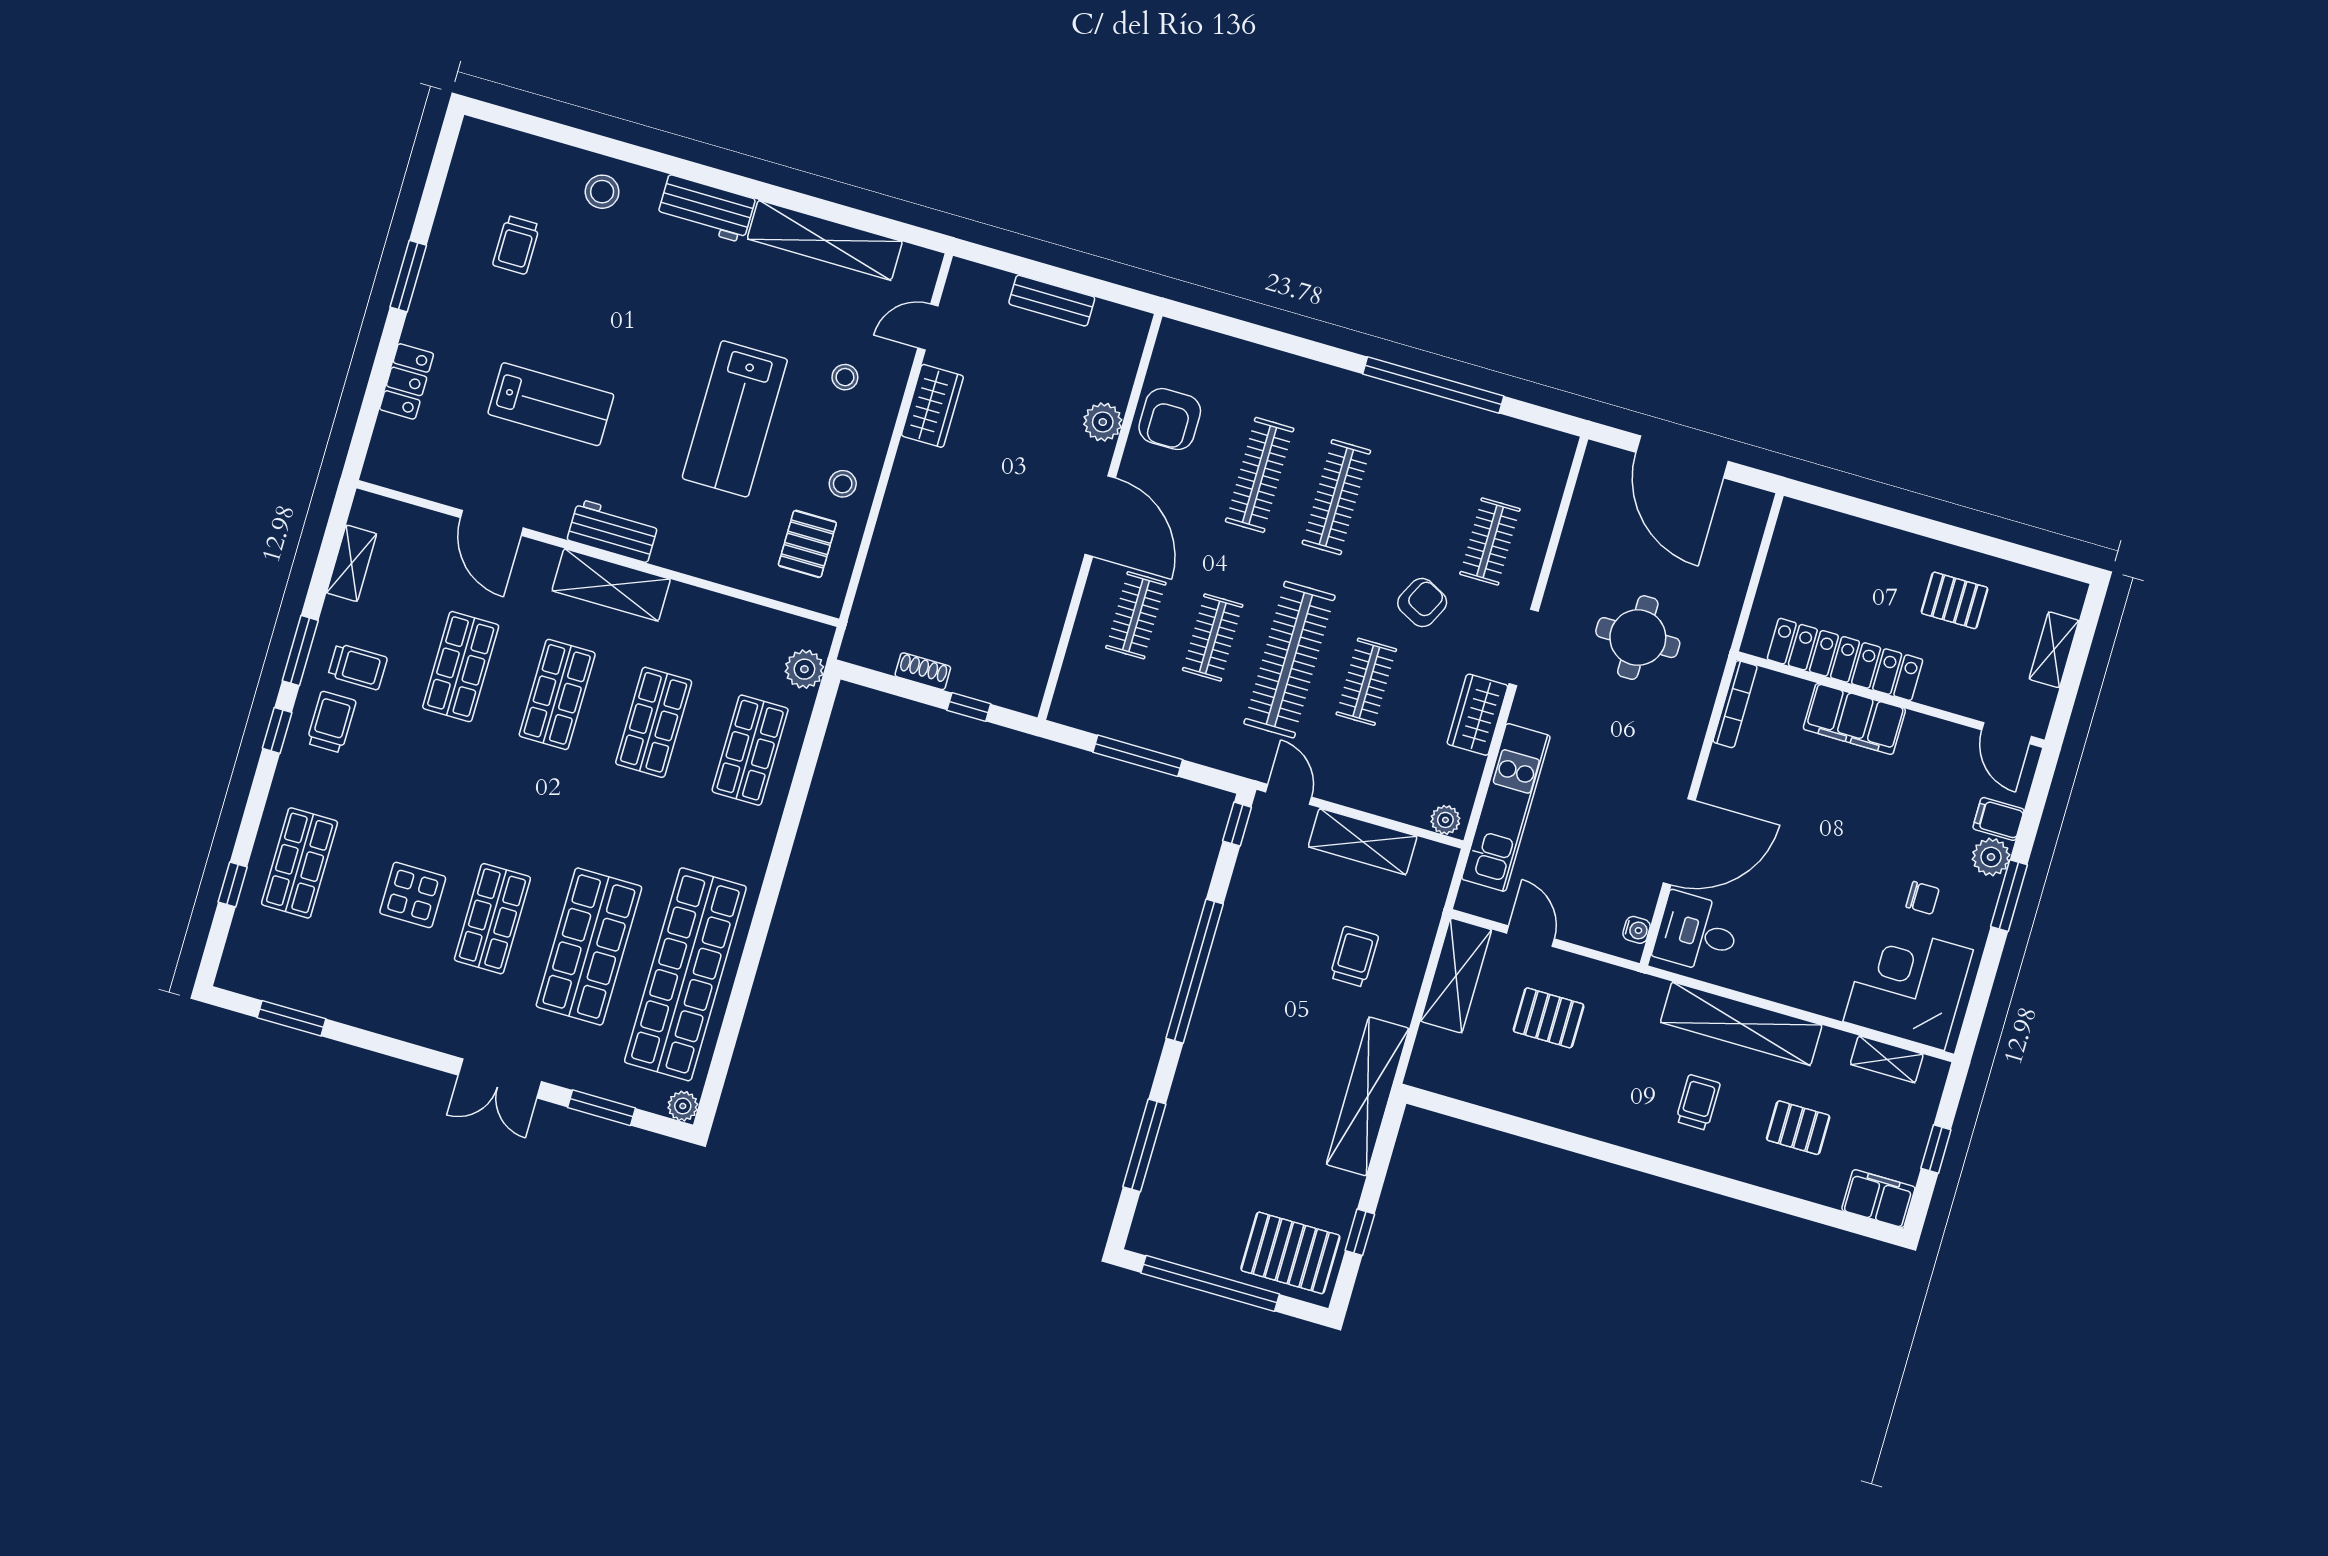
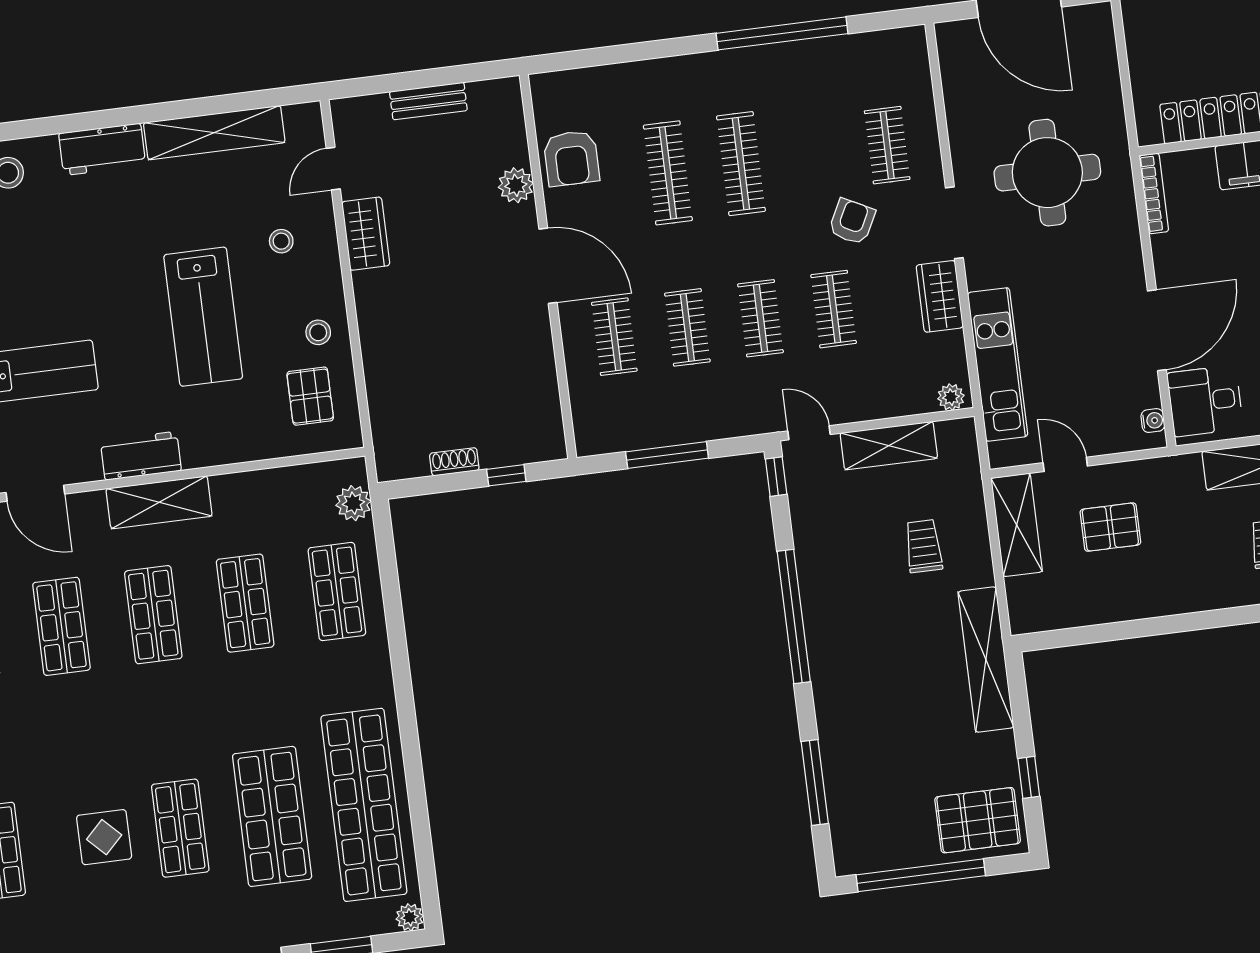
round table: (1638, 638) -> (1047, 173), width x1.36, depth x1.36
clothes rail: (1289, 660) -> (760, 318), width x0.54, depth x0.76

